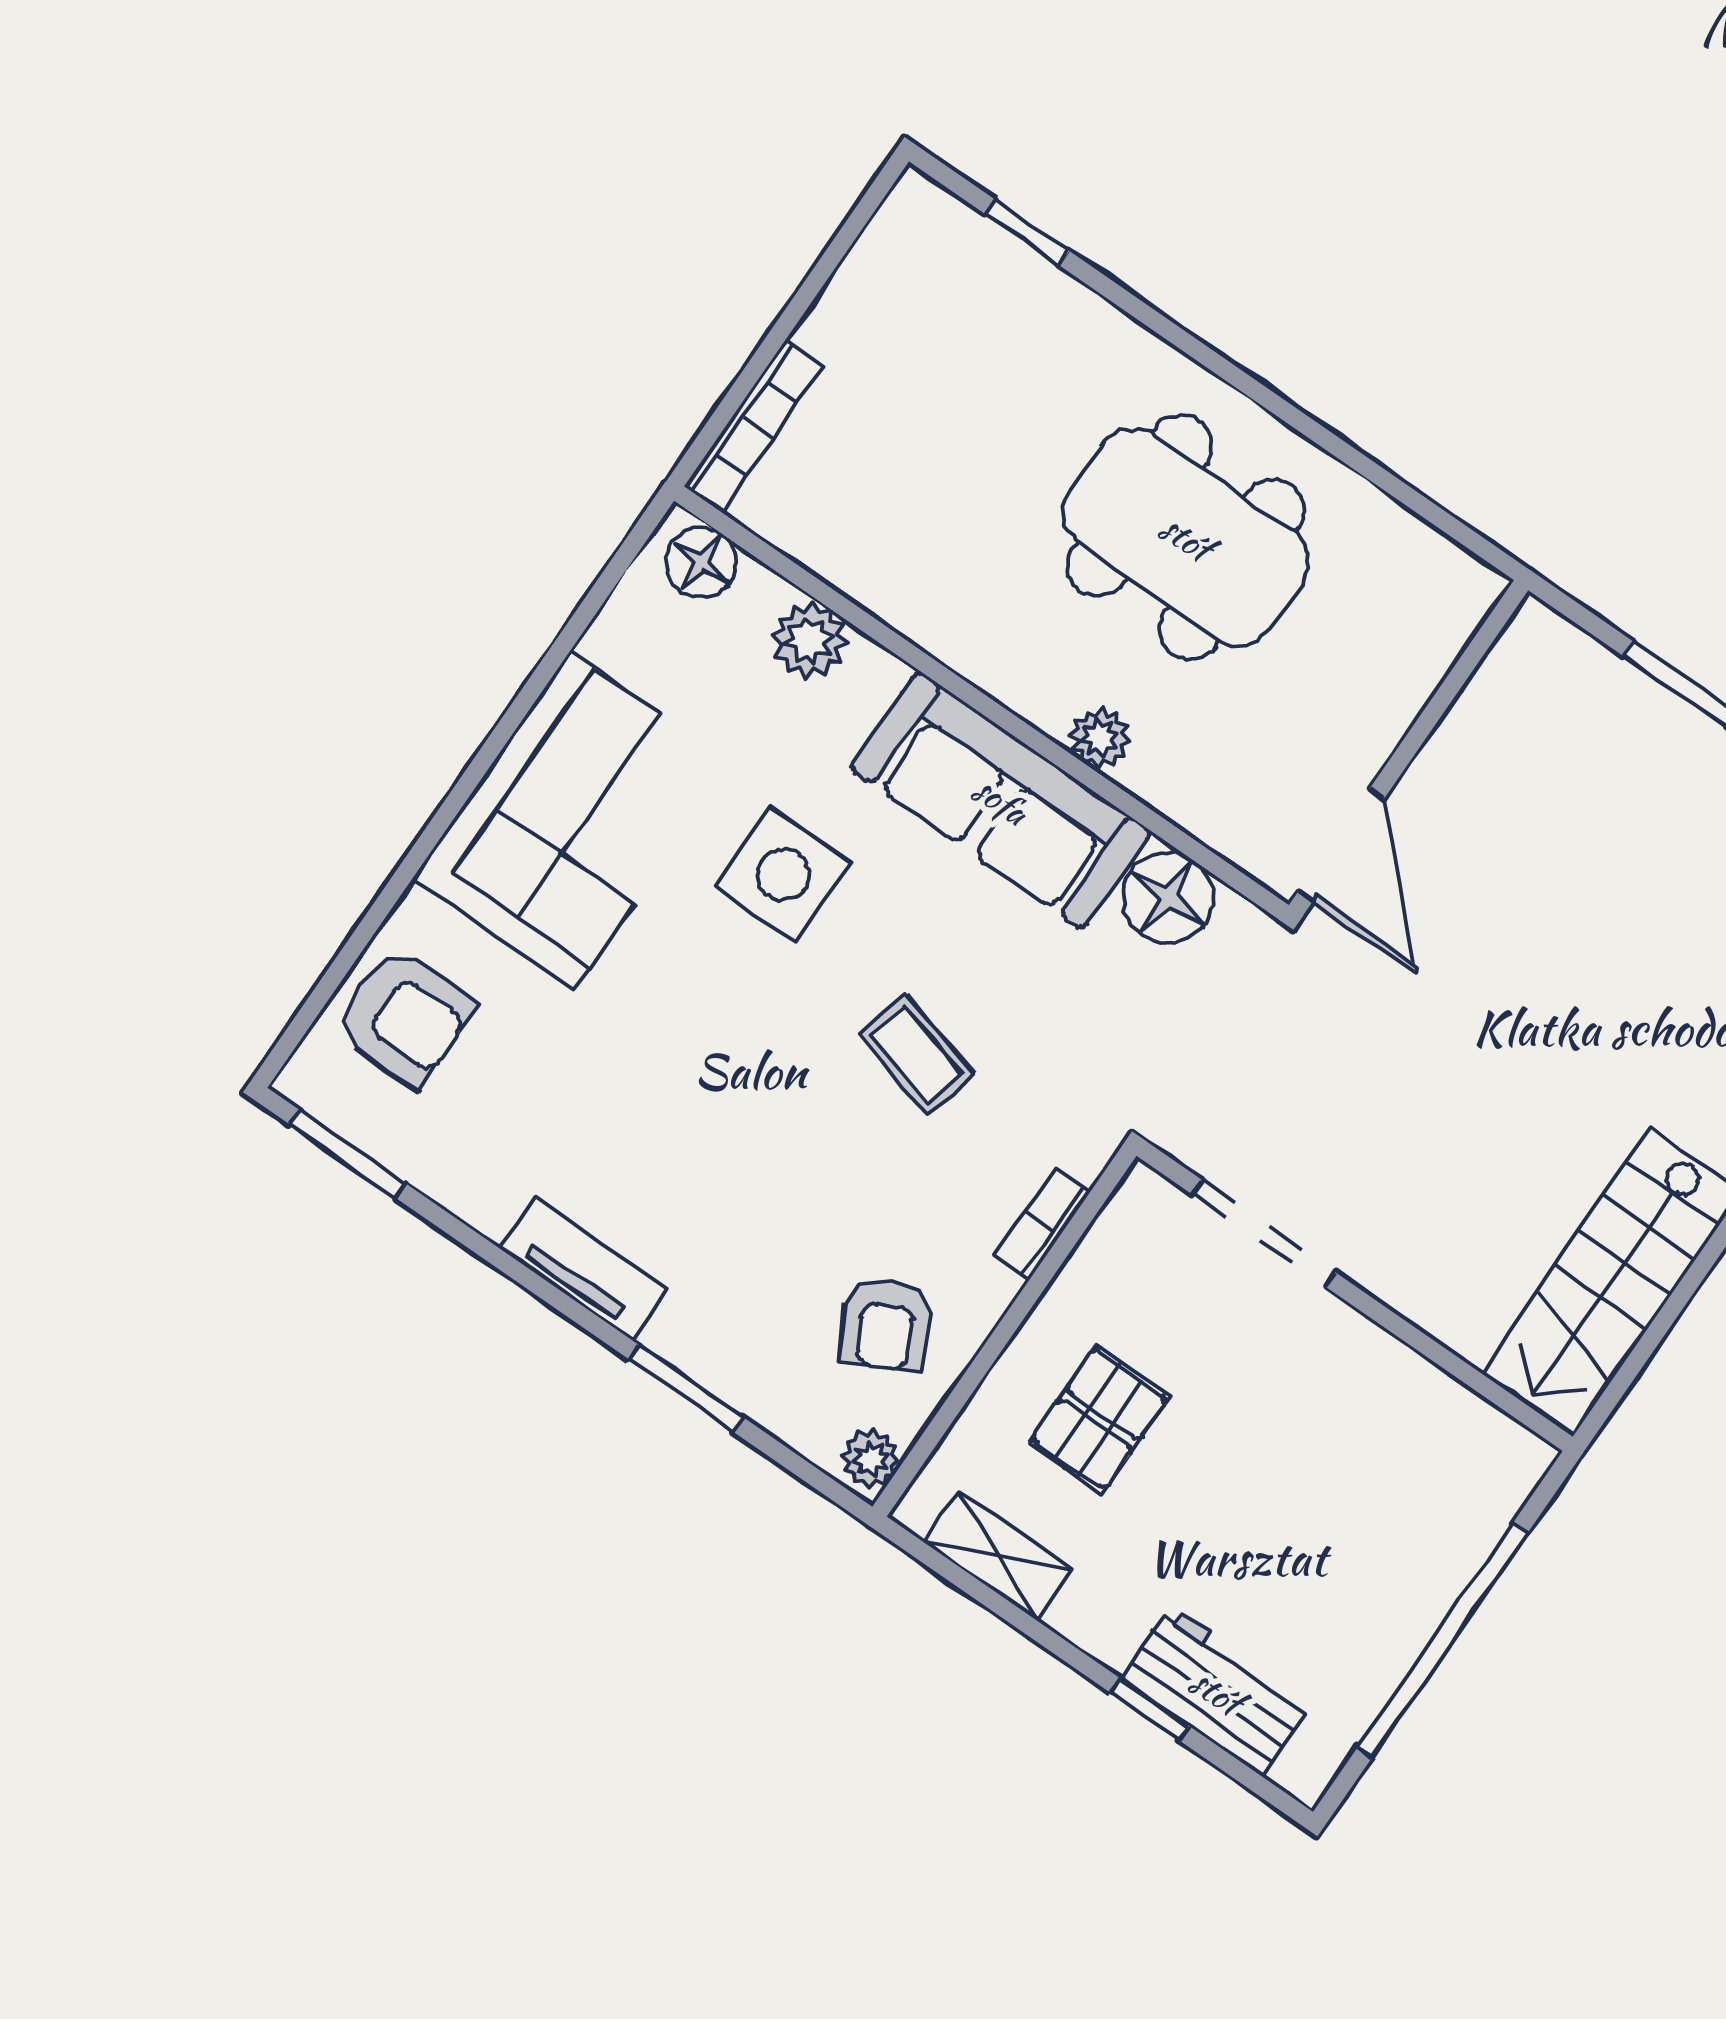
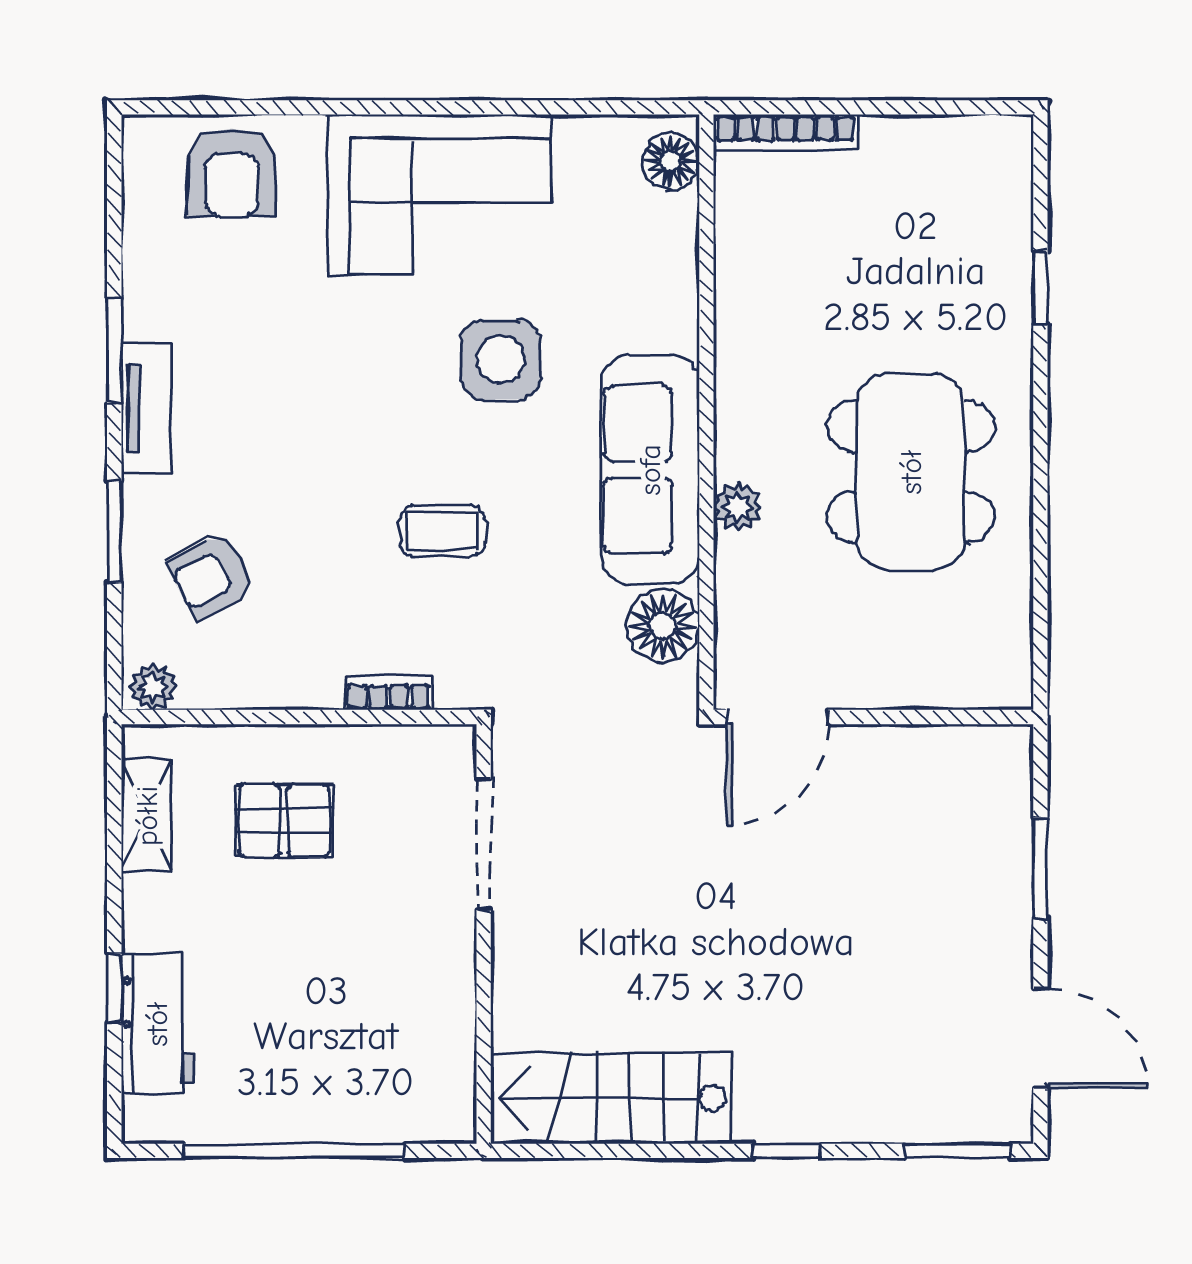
window: (1027, 233) -> (1040, 287), moved
plant: (809, 640) -> (669, 269), removed
coffee table: (916, 1055) -> (442, 531), turned 75
window: (348, 1154) -> (114, 351), moved
armchair: (886, 1324) -> (211, 576), moved

